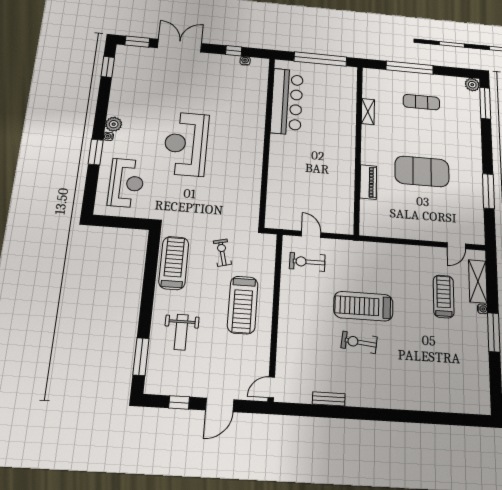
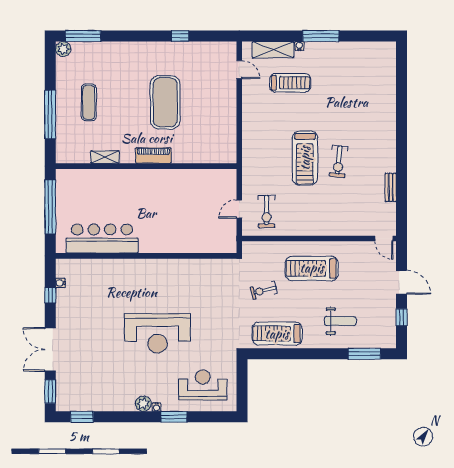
piano: (368, 182) -> (153, 156), moved
window: (488, 191) -> (180, 36), width x0.46
treadmill: (444, 296) -> (290, 83), turned 180
treadmill: (243, 305) -> (312, 268), turned 180

